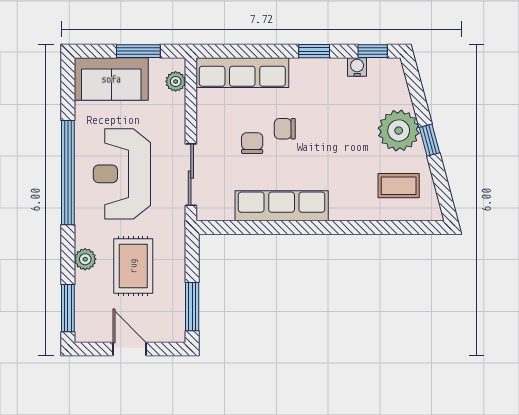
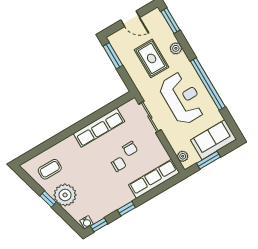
water cooler: (357, 67) -> (87, 222), moved

